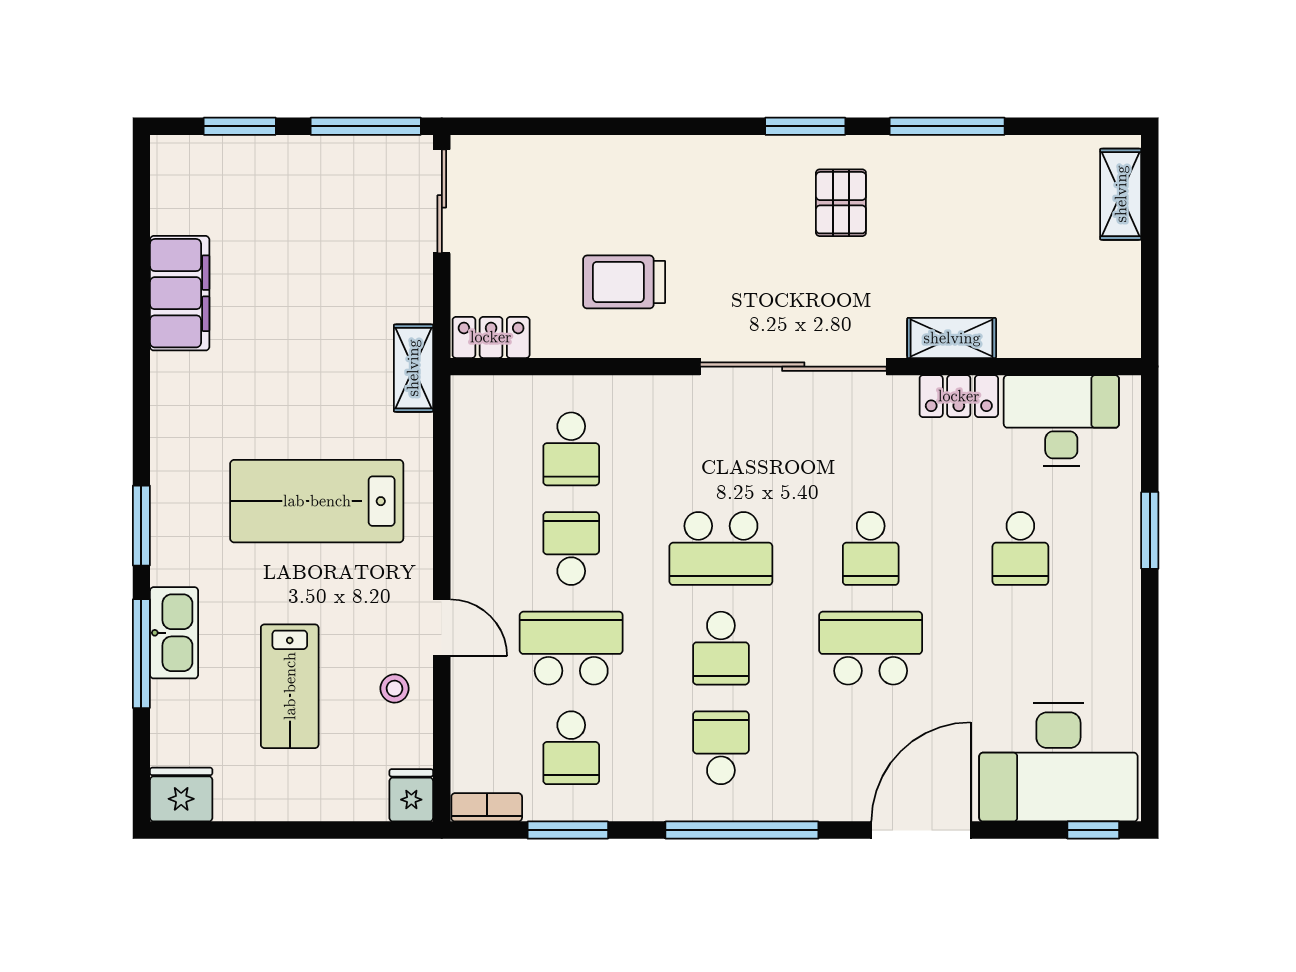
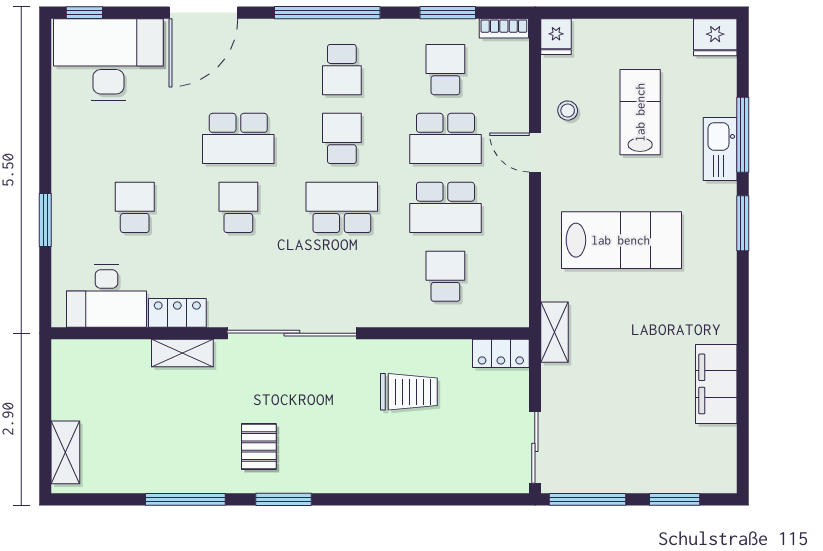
school desk: (571, 549) -> (445, 207), width x1.85

